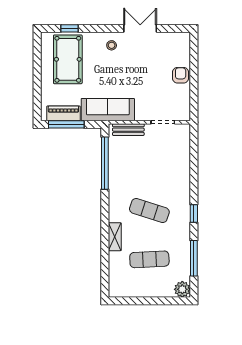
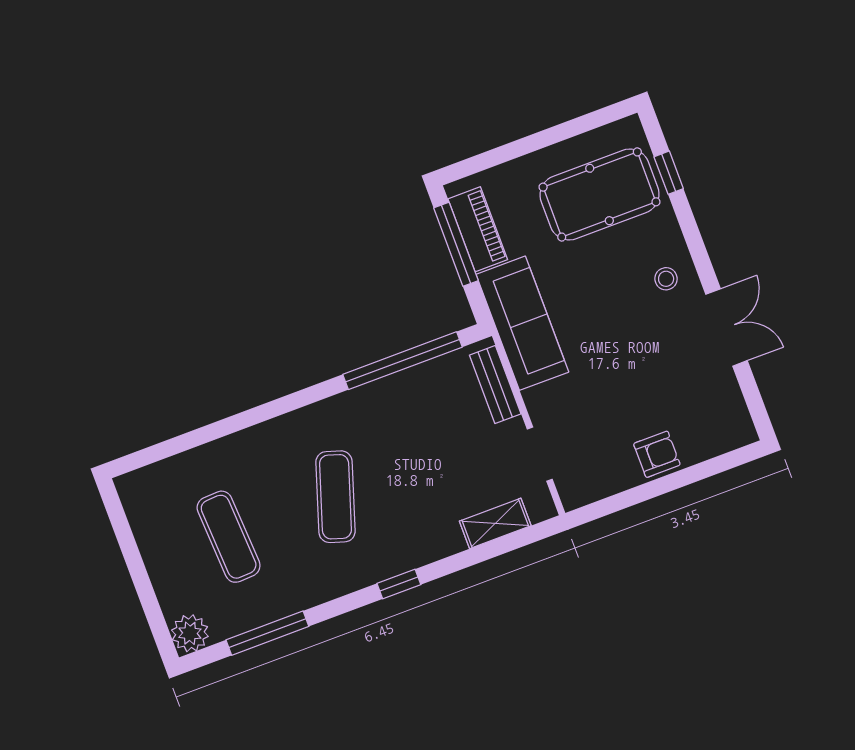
window: (194, 214) -> (399, 584), moved
shelving: (115, 237) -> (495, 523), moved

